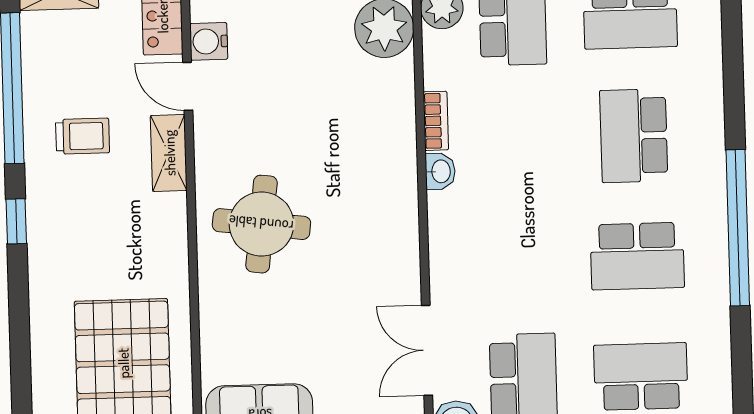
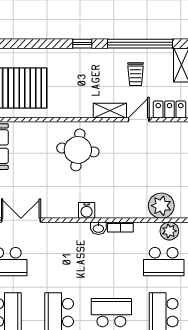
water cooler: (209, 41) -> (87, 210), moved, turned 180
trolley: (83, 136) -> (136, 74), moved

